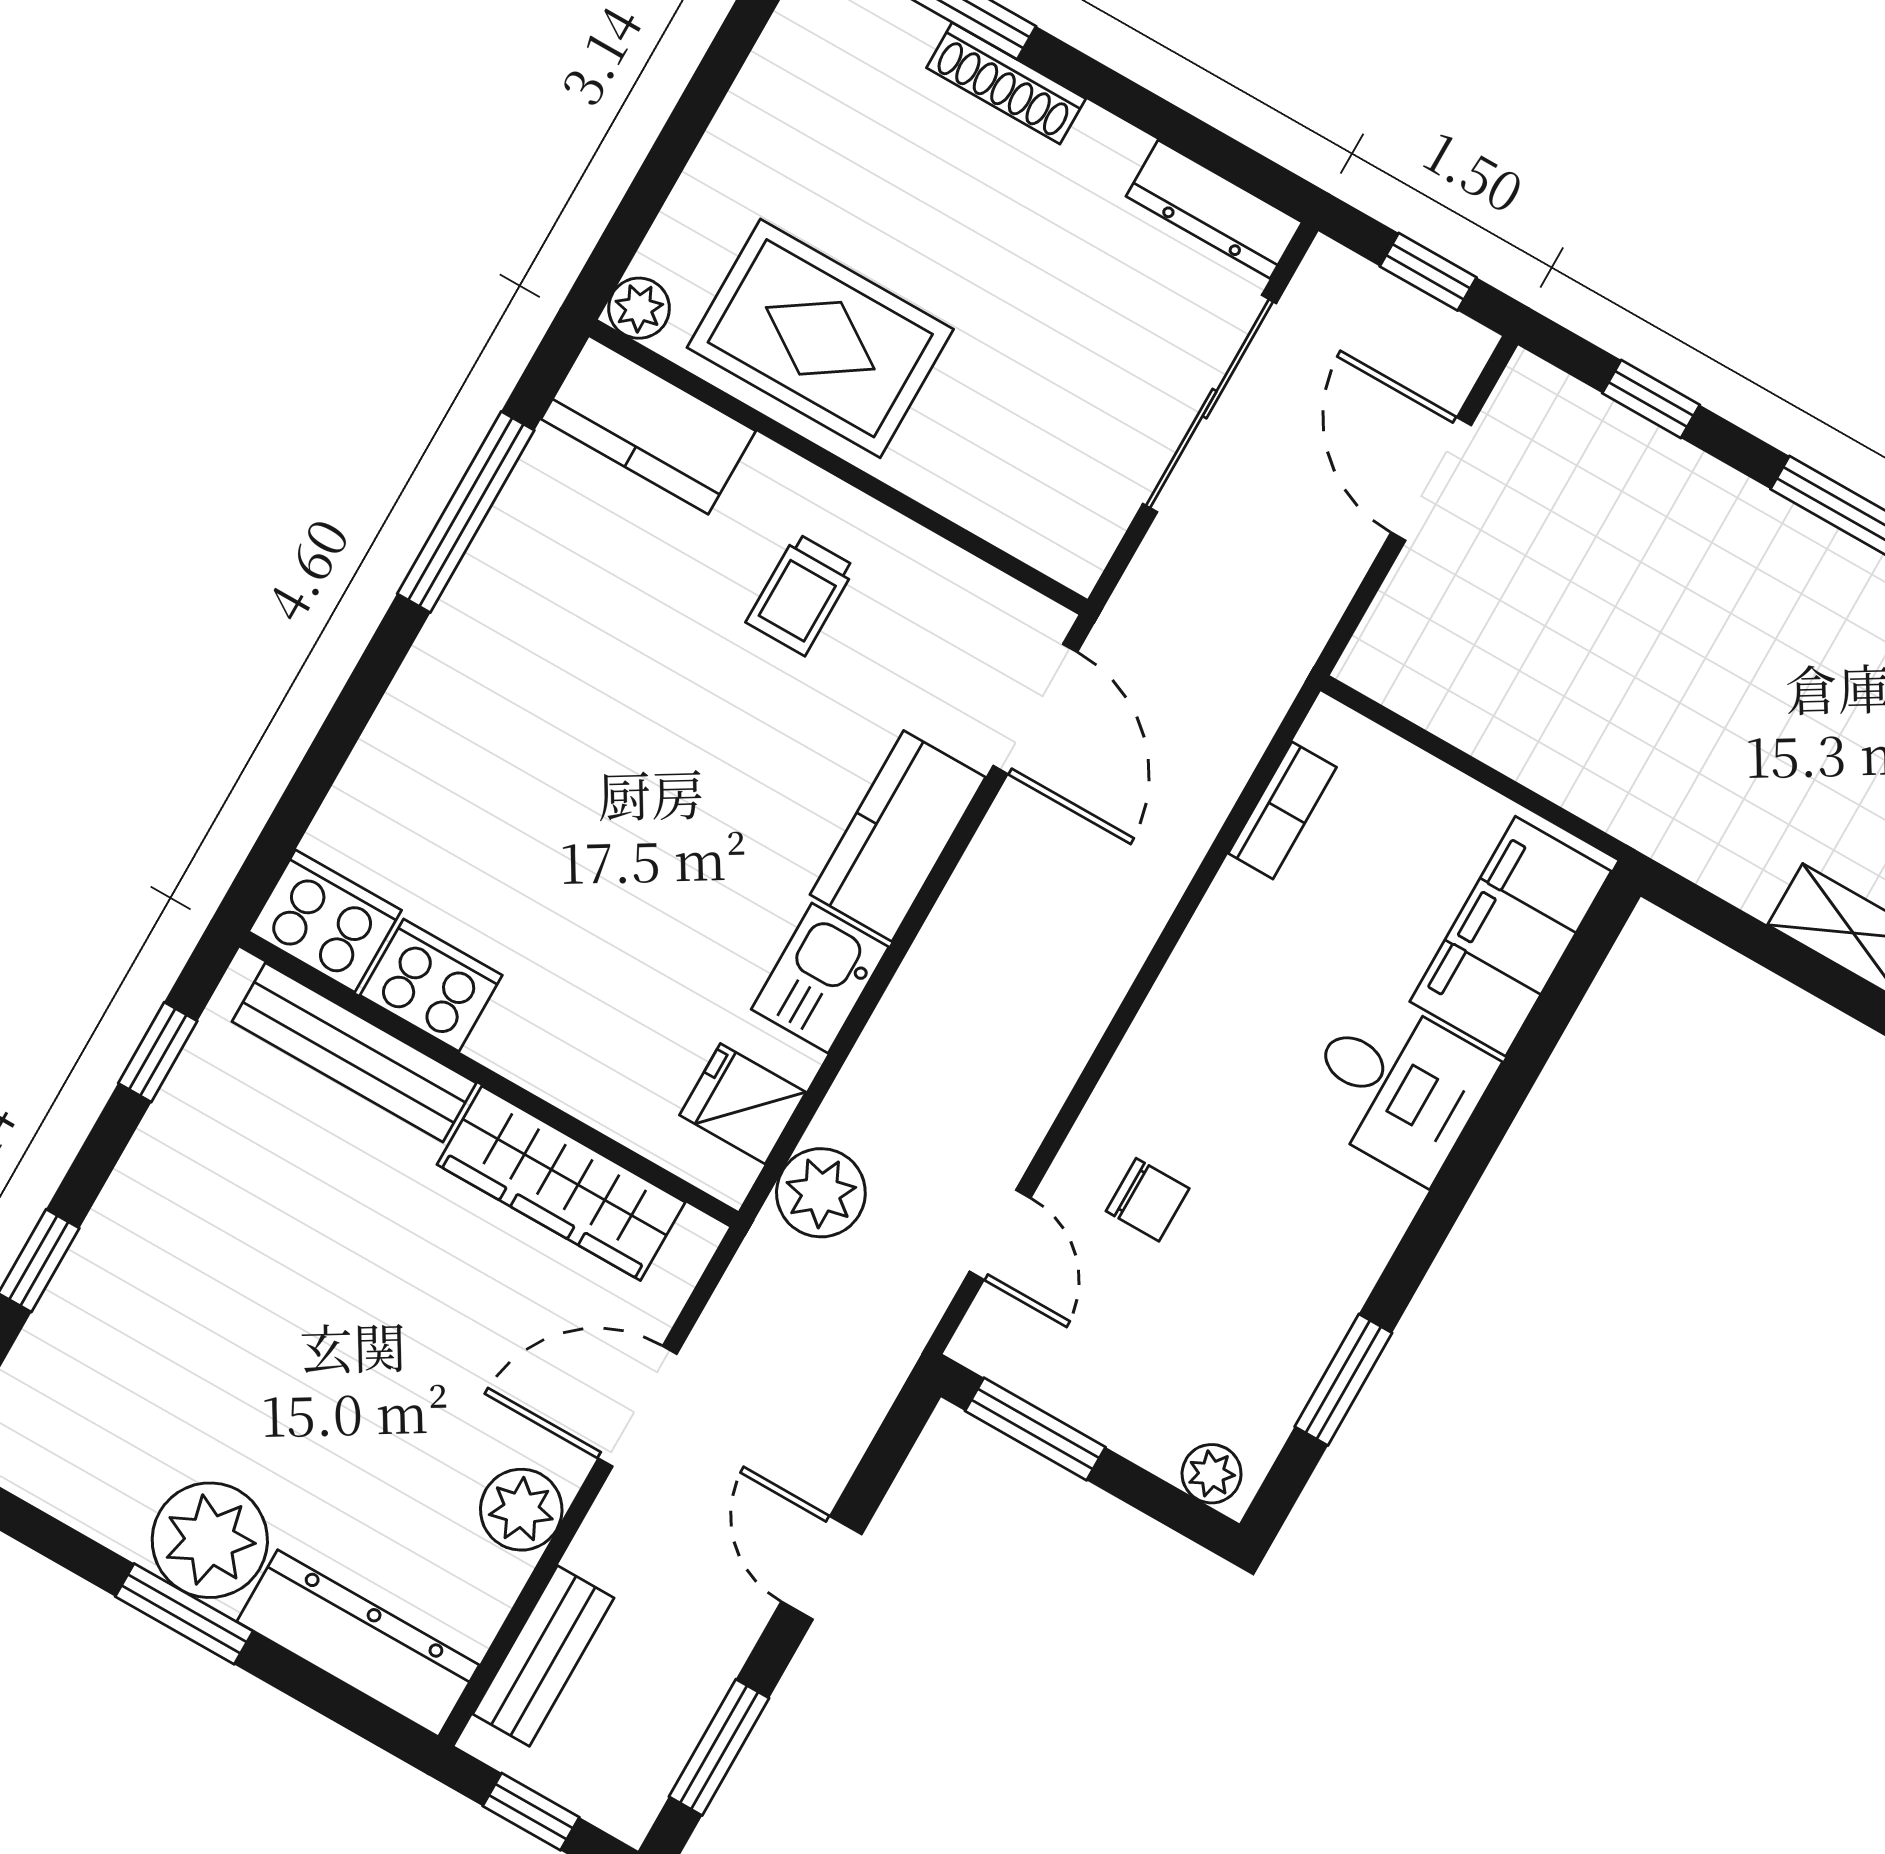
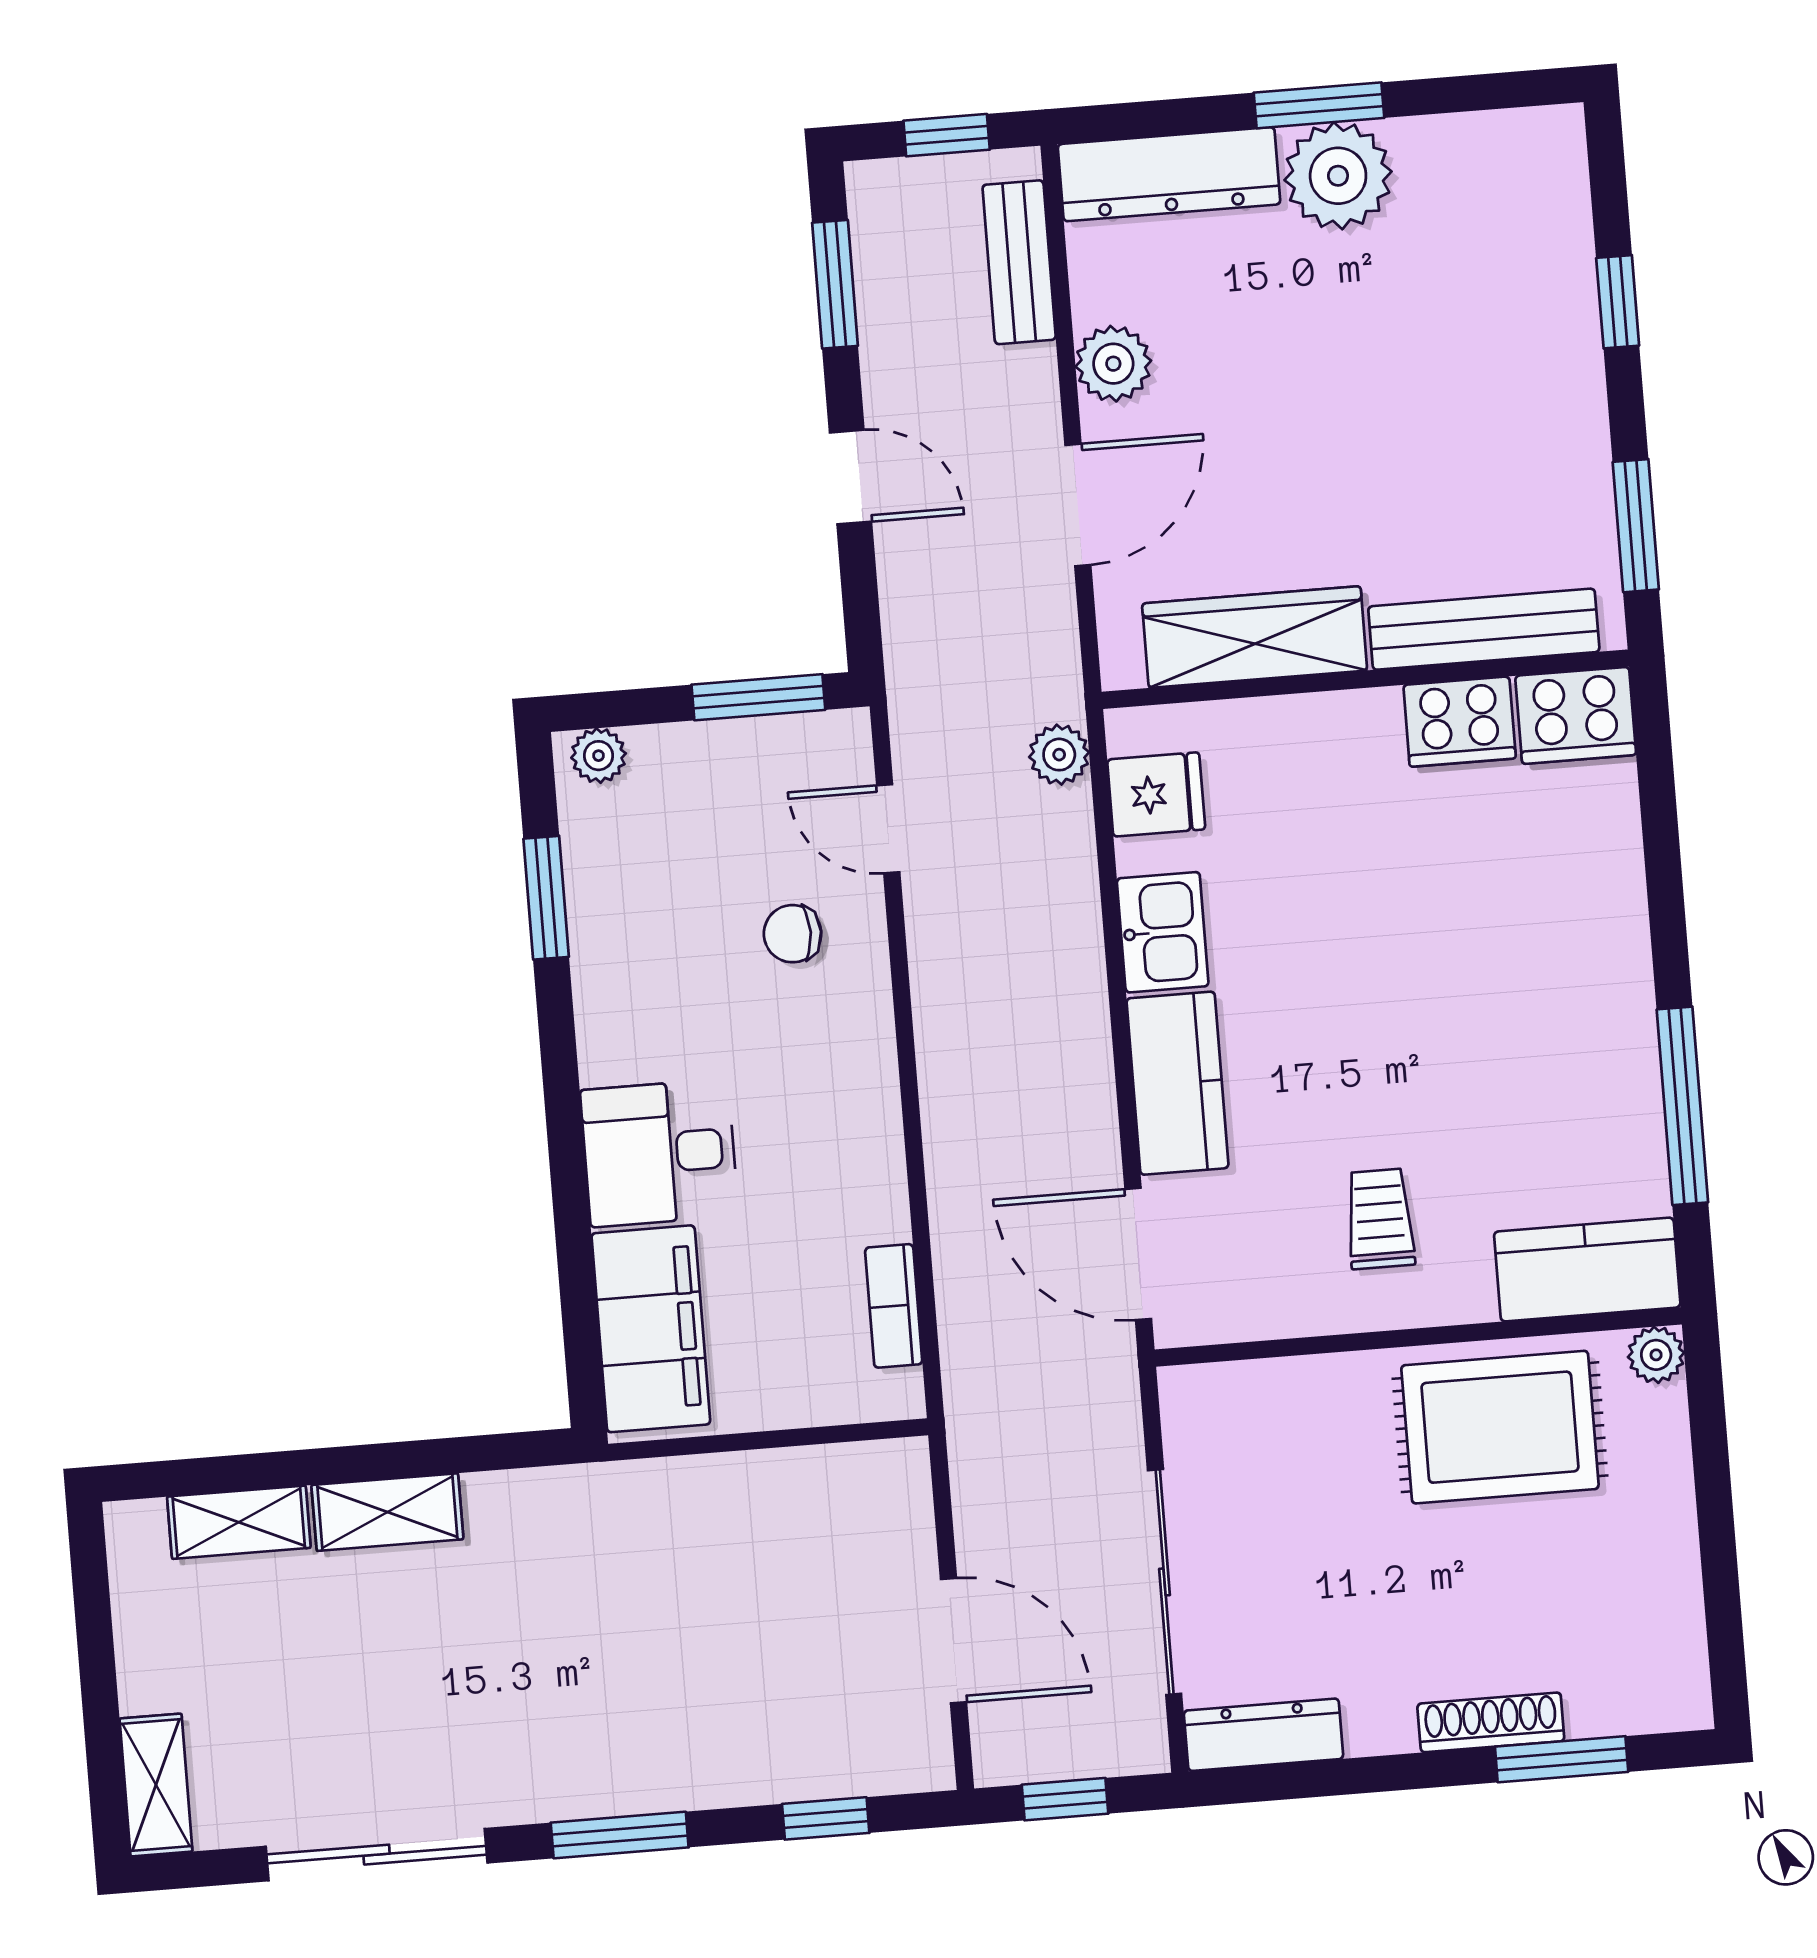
window: (158, 1052) -> (1636, 526), width x1.50
plant: (821, 1193) -> (1059, 755), width x0.73, depth x0.73

